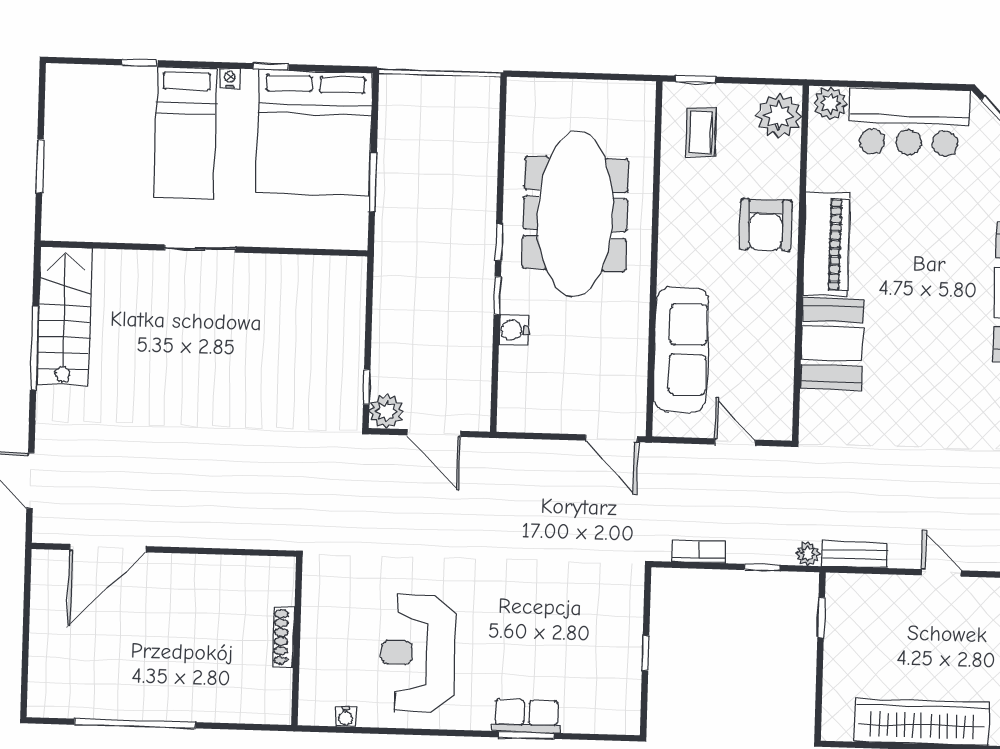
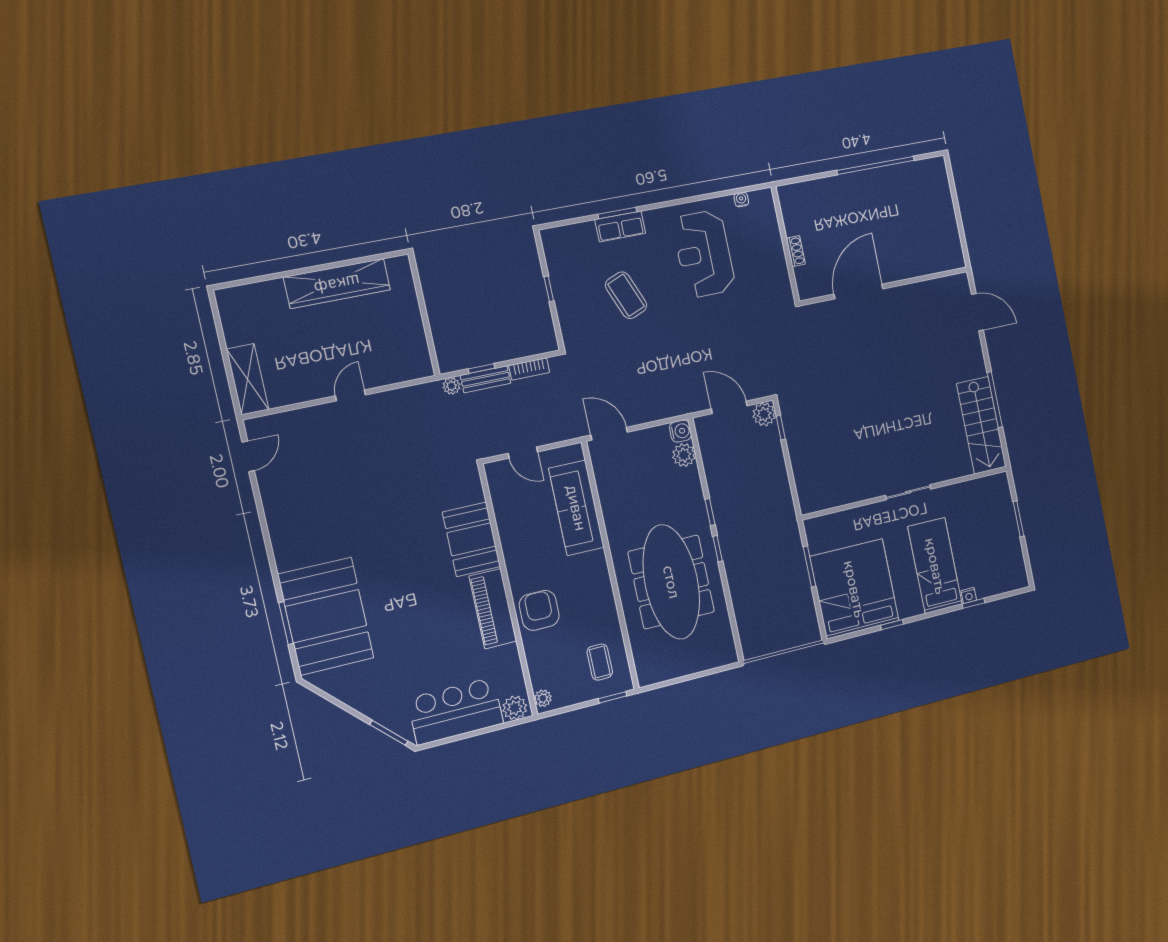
nightstand: (230, 79) -> (969, 595), moved
plant: (779, 116) -> (543, 698), width x0.53, depth x0.53
water cooler: (514, 330) -> (681, 431), moved
plant: (515, 383) -> (684, 455), added
door: (108, 548) -> (858, 291), moved
bench: (855, 555) -> (485, 379), moved
door: (941, 573) -> (350, 395), swing flipped
window: (821, 618) -> (430, 342), removed
coffee table: (542, 621) -> (626, 295), added
shoe rack: (284, 637) -> (796, 251), width x0.70
reception desk: (418, 653) -> (704, 254), turned 180

